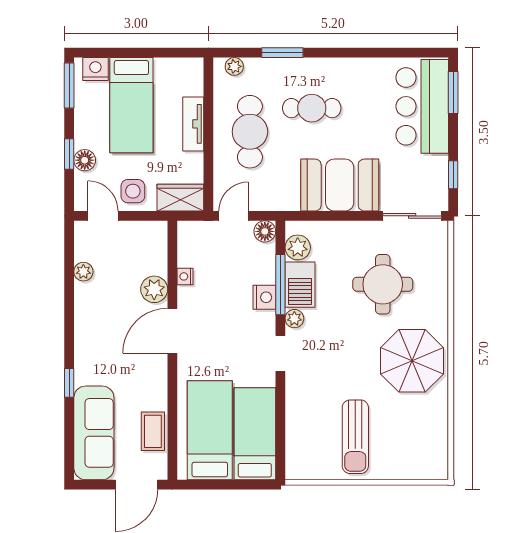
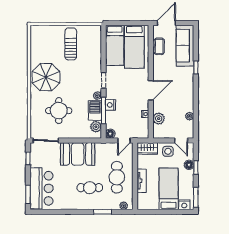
plant: (154, 289) -> (159, 119), moved

